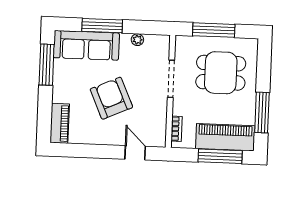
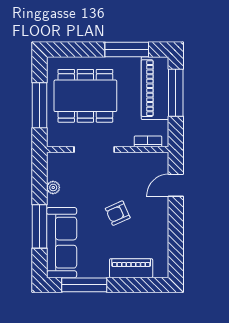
dining table: (221, 73) -> (85, 96), width x1.38
armchair: (111, 98) -> (118, 213), width x0.53, depth x0.53
piano: (60, 123) -> (131, 268), moved

